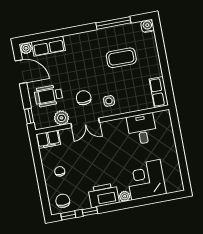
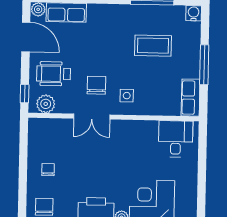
window: (164, 64) -> (204, 65), added
plant: (61, 118) -> (46, 104), moved
desk: (142, 129) -> (176, 139), moved
filing cabinet: (48, 139) -> (42, 127), removed

